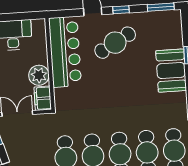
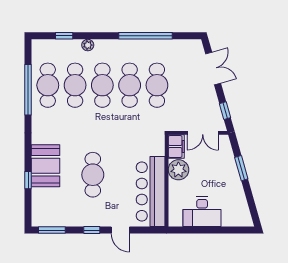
cafe table: (115, 43) -> (93, 175), moved, turned -61

